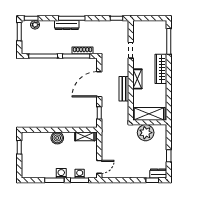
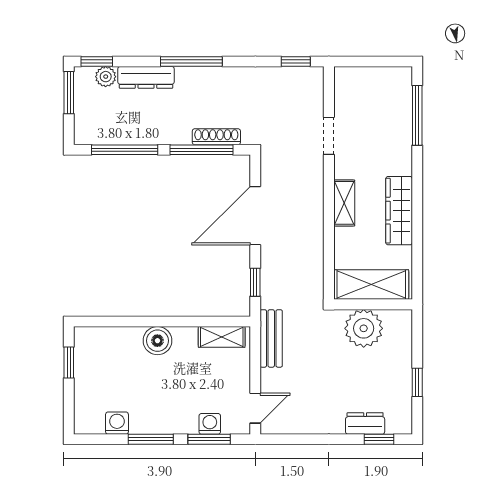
dresser: (67, 25) -> (146, 77), moved
wardrobe: (161, 69) -> (399, 211), moved
bench: (124, 89) -> (271, 338), moved
washing machine: (61, 173) -> (117, 423), moved
dresser: (158, 173) -> (365, 423), moved

